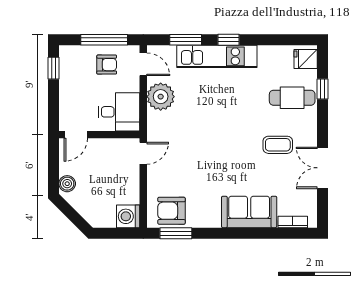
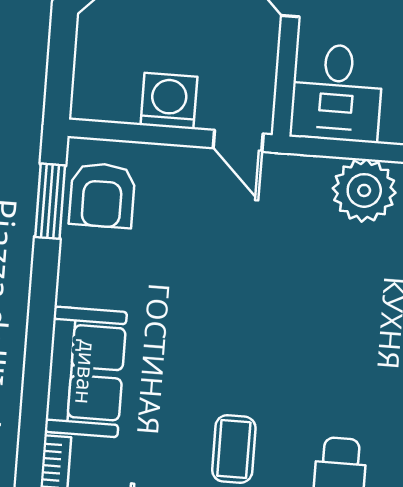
armchair: (172, 211) -> (102, 195), turned 180
washing machine: (128, 216) -> (169, 101), moved

